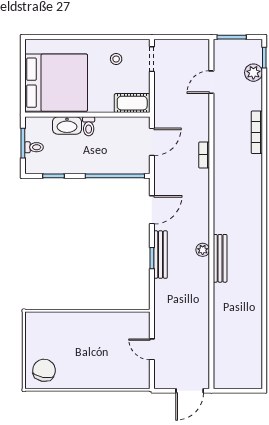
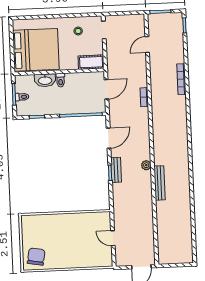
plant: (253, 73) -> (177, 36), removed
bench: (161, 255) -> (116, 170), width x0.73
bench: (220, 258) -> (160, 183), moved

